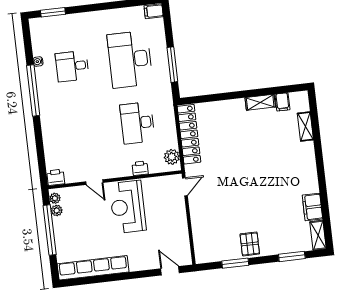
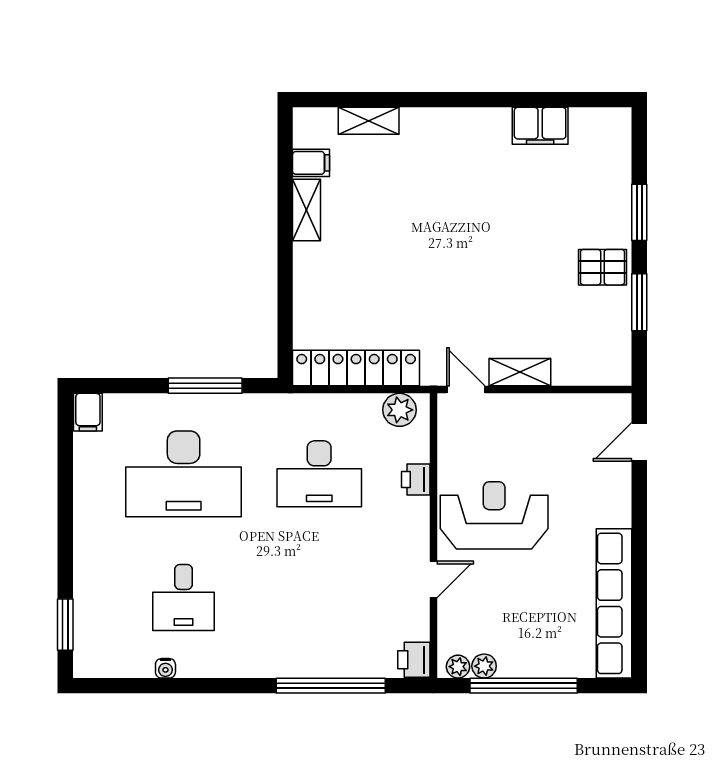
window: (33, 90) -> (331, 686), moved
reception desk: (128, 207) -> (494, 515), turned 180
shelving: (318, 235) -> (520, 372), moved
window: (292, 256) -> (639, 212), moved

